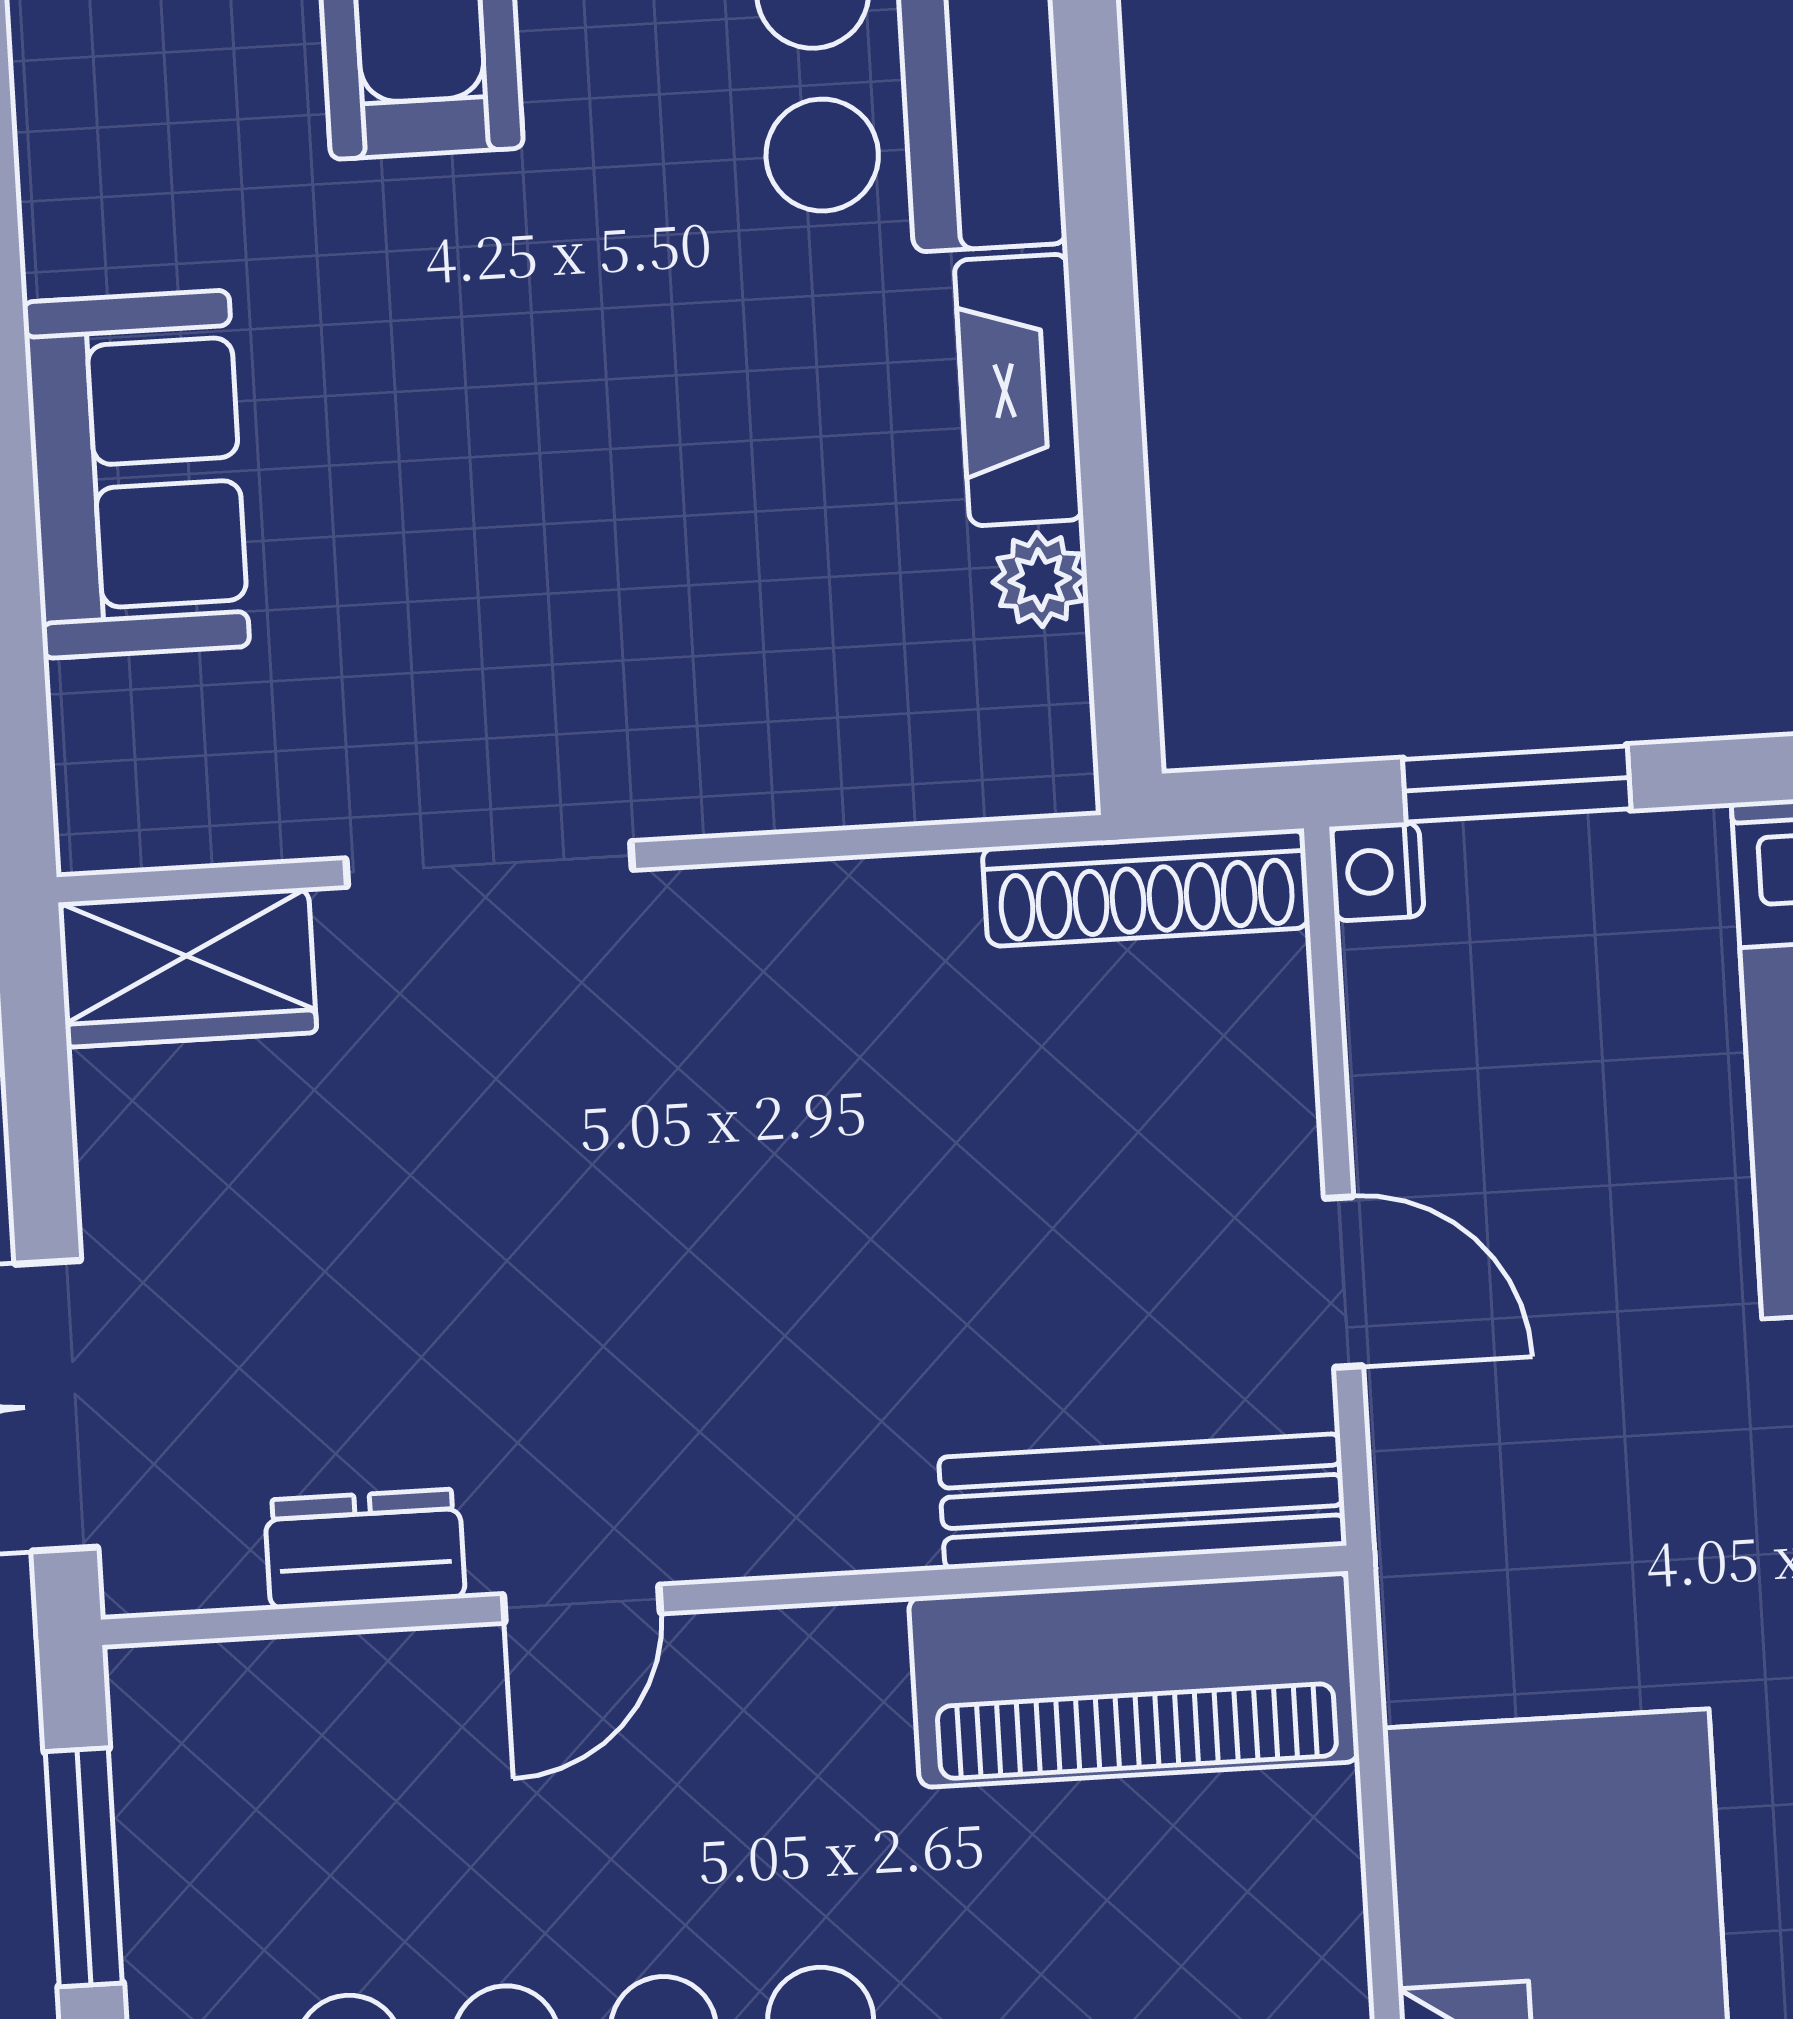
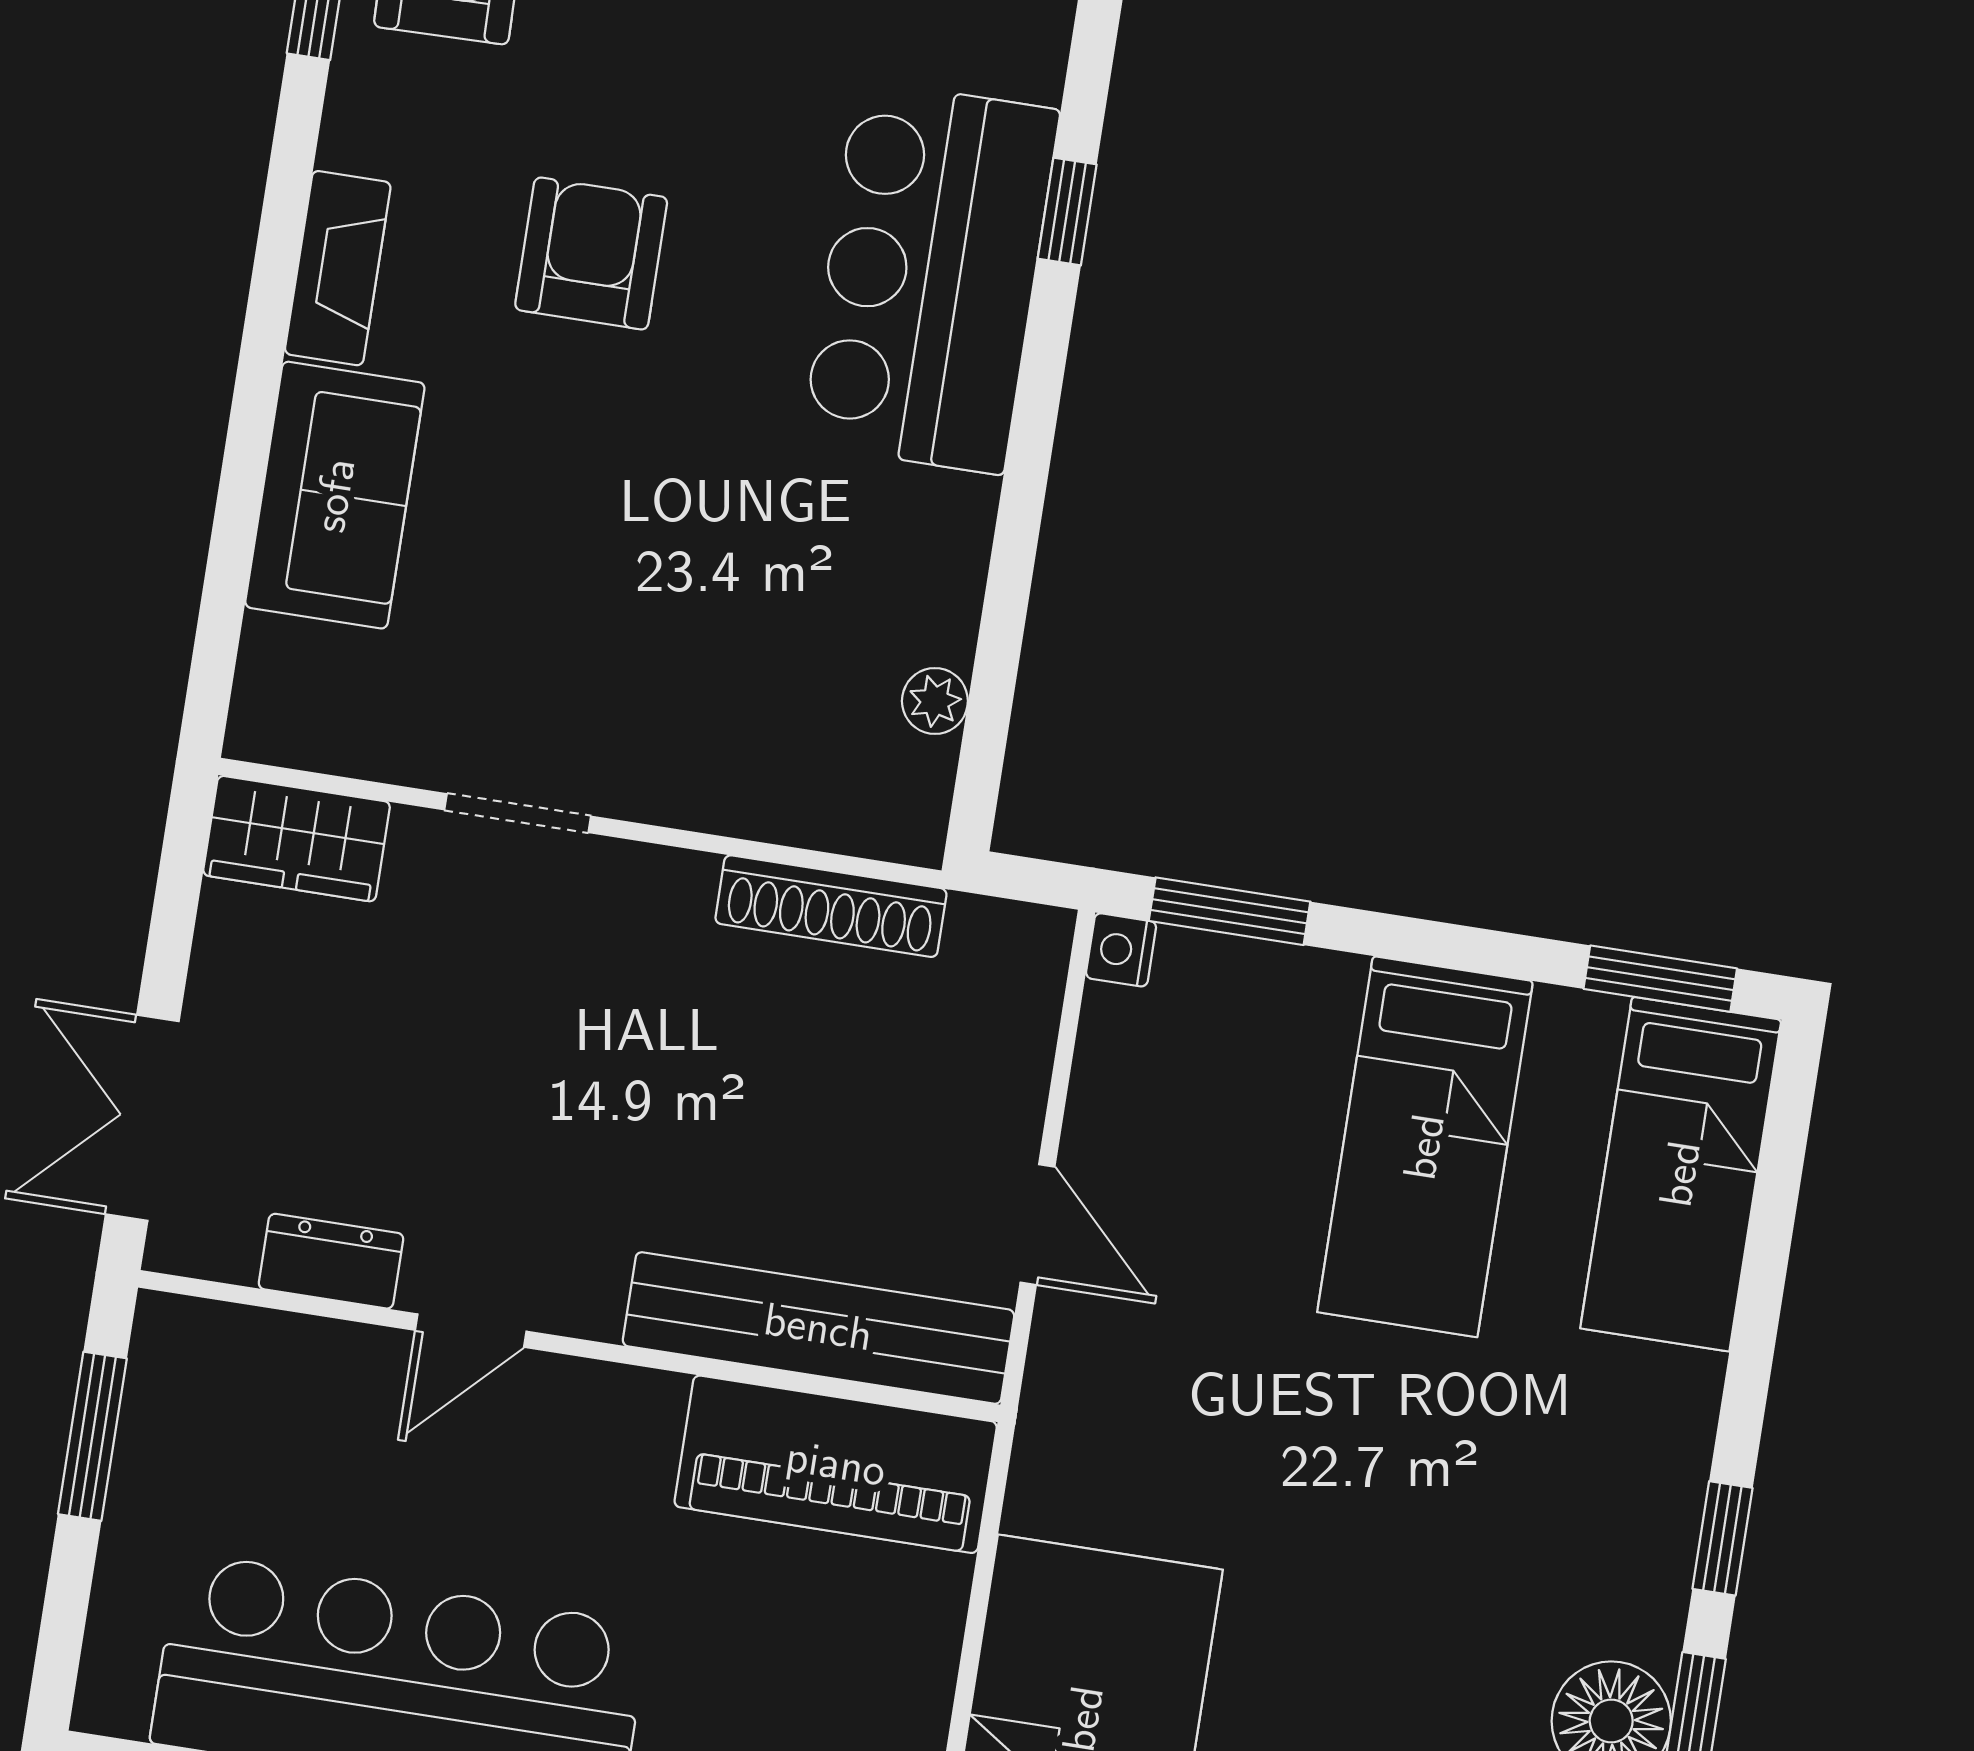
fireplace: (1019, 390) -> (338, 268), moved, turned 180
doorway: (489, 864) -> (518, 813), width x0.73
shoe rack: (1146, 888) -> (831, 906), moved
bench: (1142, 1501) -> (818, 1328), width x1.37, depth x1.21

